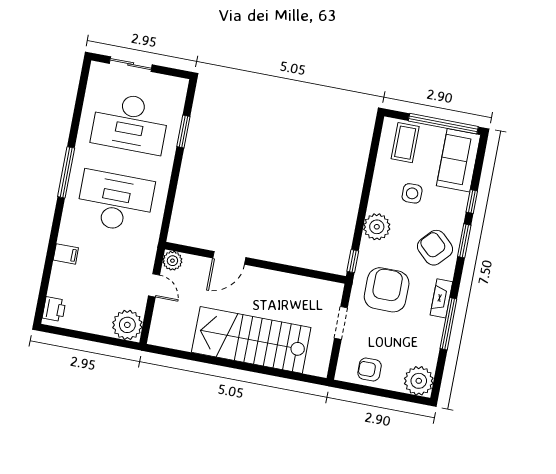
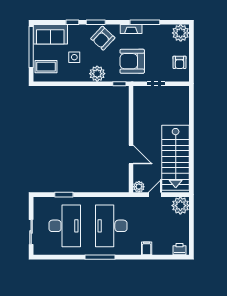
stairs: (251, 340) -> (176, 158), moved

